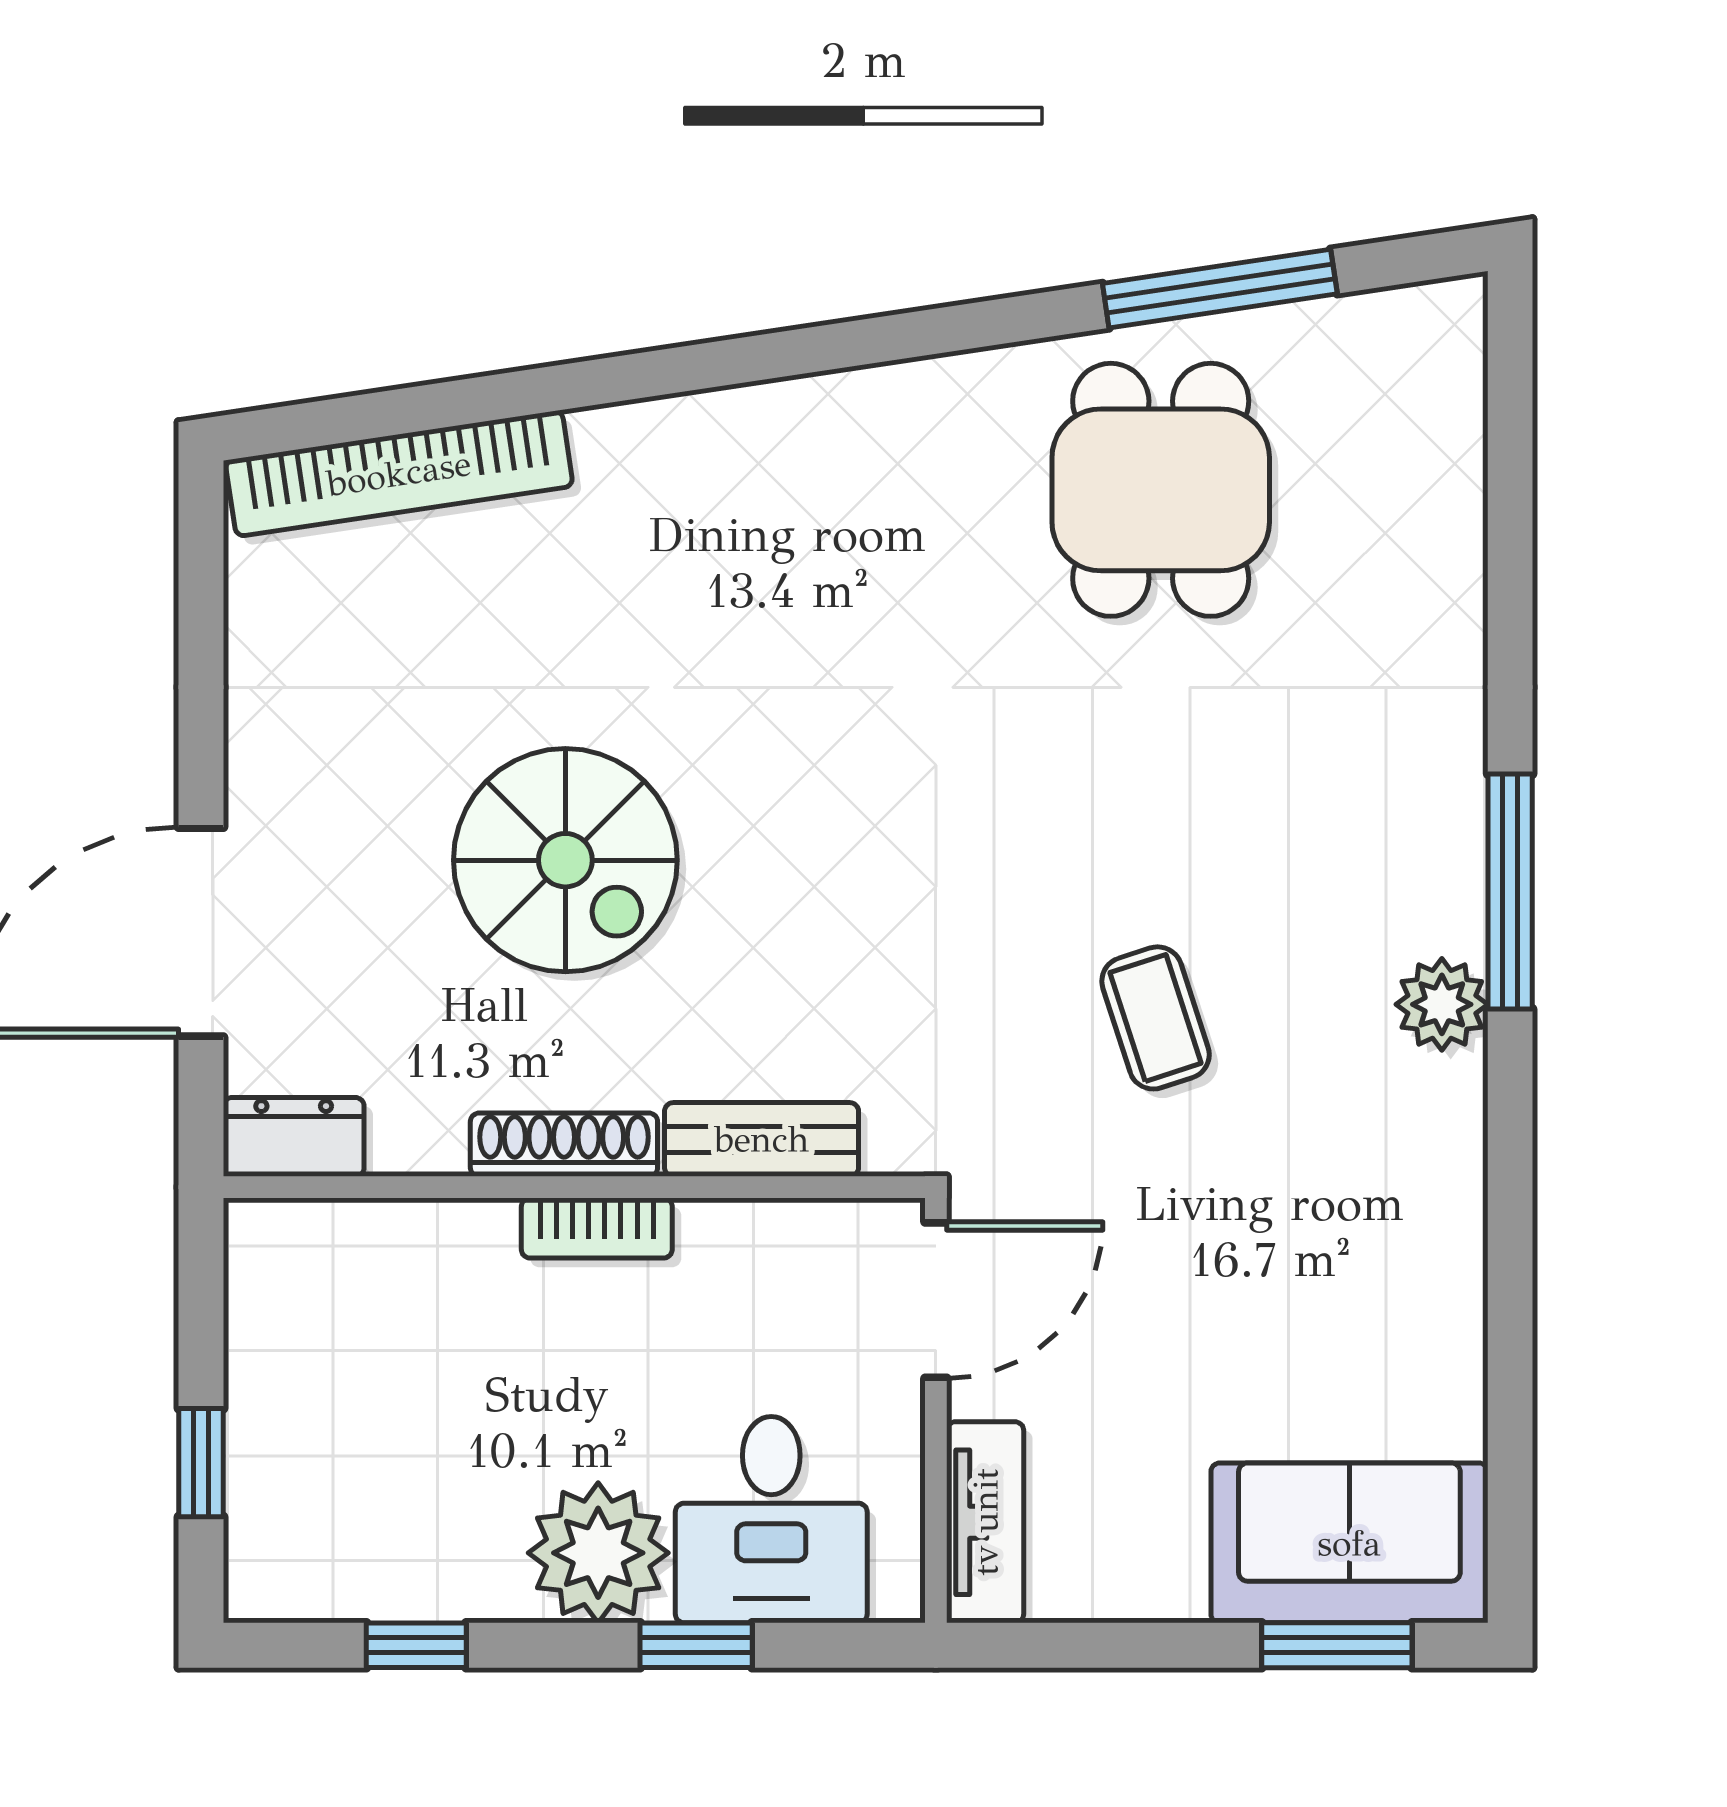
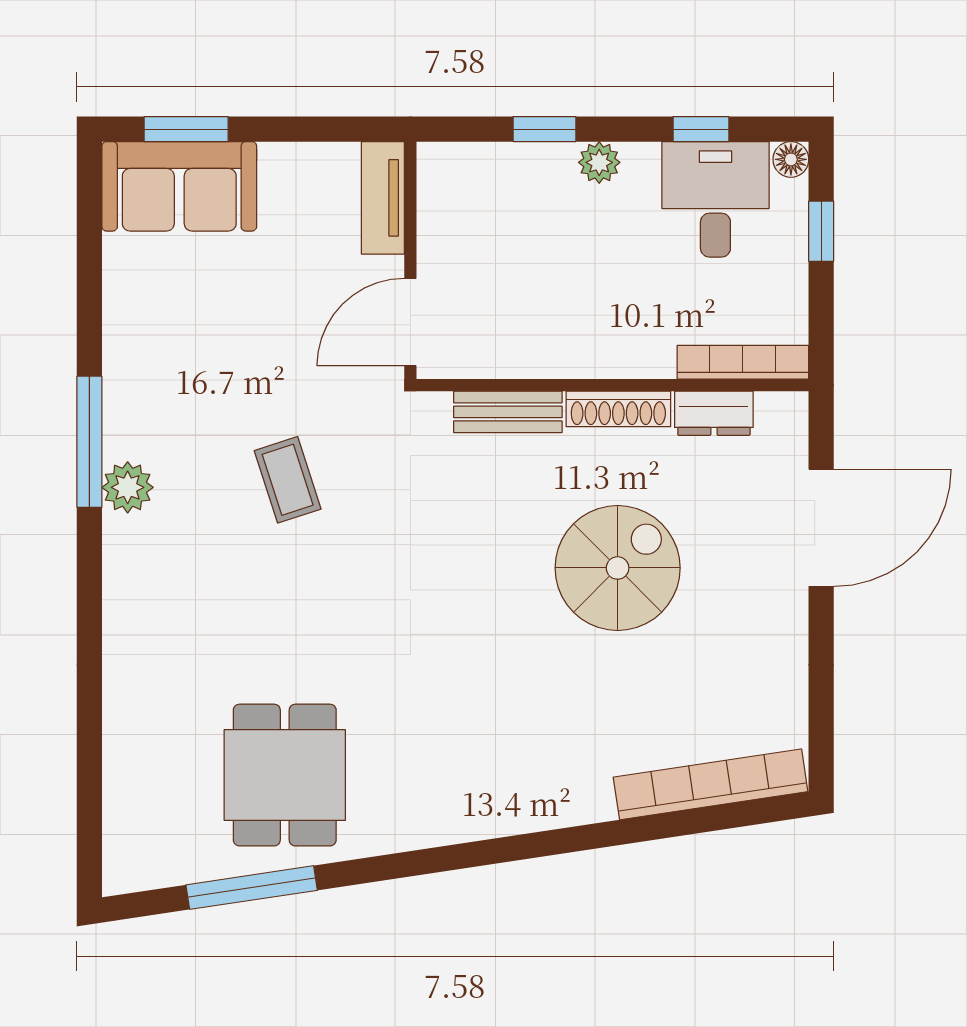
spiral stairs: (565, 860) -> (618, 568), turned 90
window: (1510, 891) -> (89, 442), moved
dresser: (294, 1137) -> (714, 413), moved
bookcase: (597, 1228) -> (743, 362), moved, width x1.56
desk: (771, 1520) -> (715, 199), moved
plant: (598, 1553) -> (599, 162), width x0.53, depth x0.53
floor lamp: (255, 1591) -> (791, 159), added

